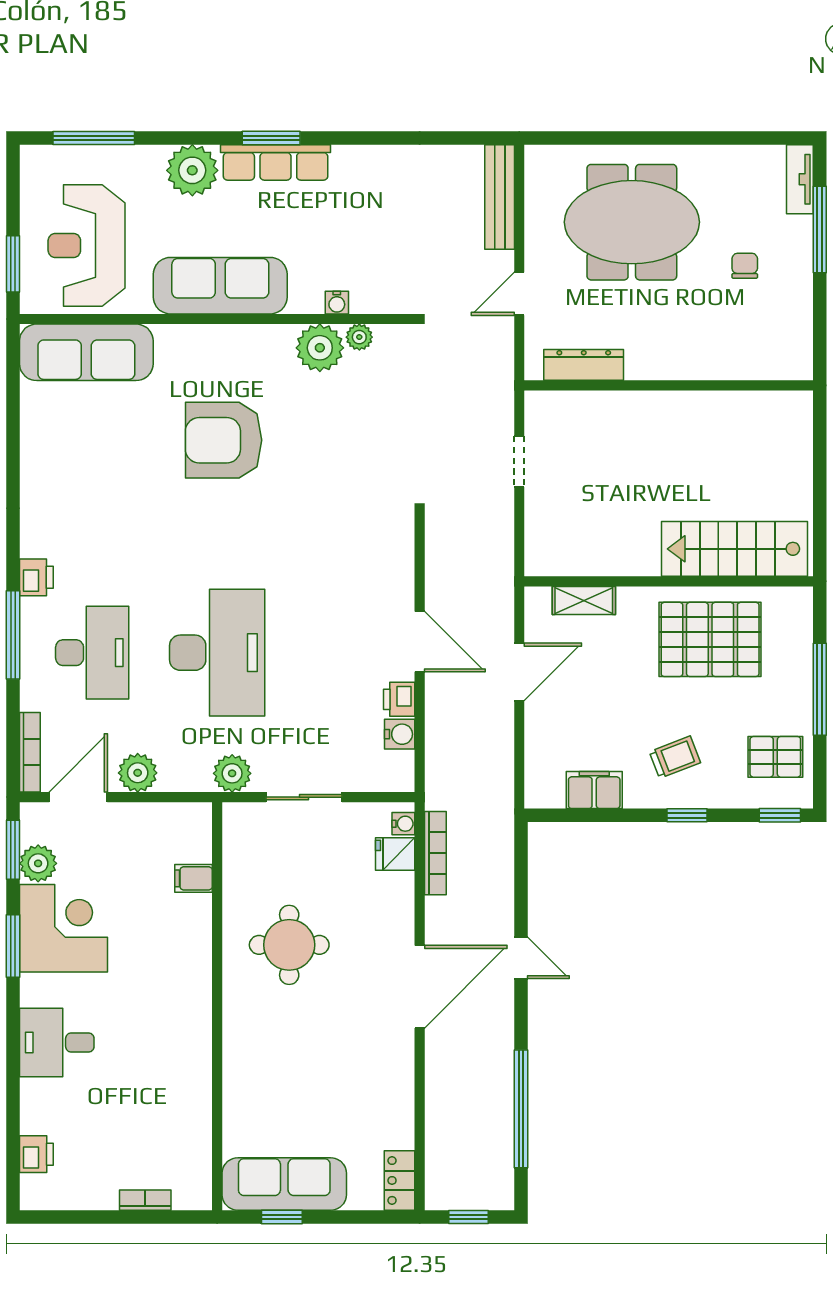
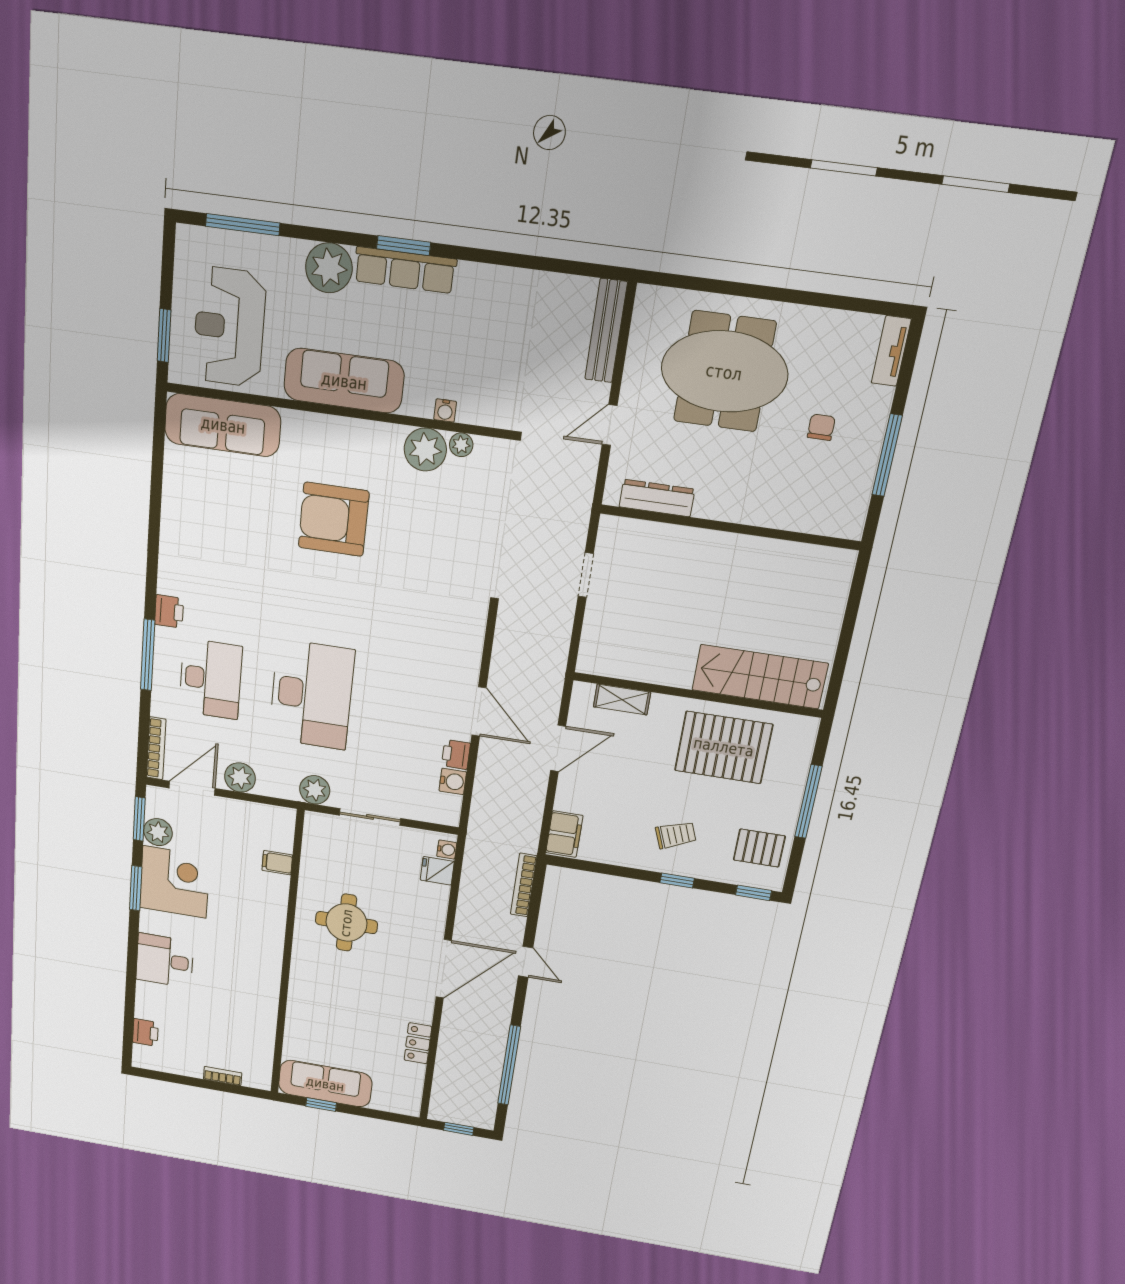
window: (820, 229) -> (887, 455), moved
filing cabinet: (594, 790) -> (564, 834), moved, turned 90
bookcase: (435, 853) -> (524, 885), moved, turned 180
locker: (400, 1180) -> (418, 1043), moved

